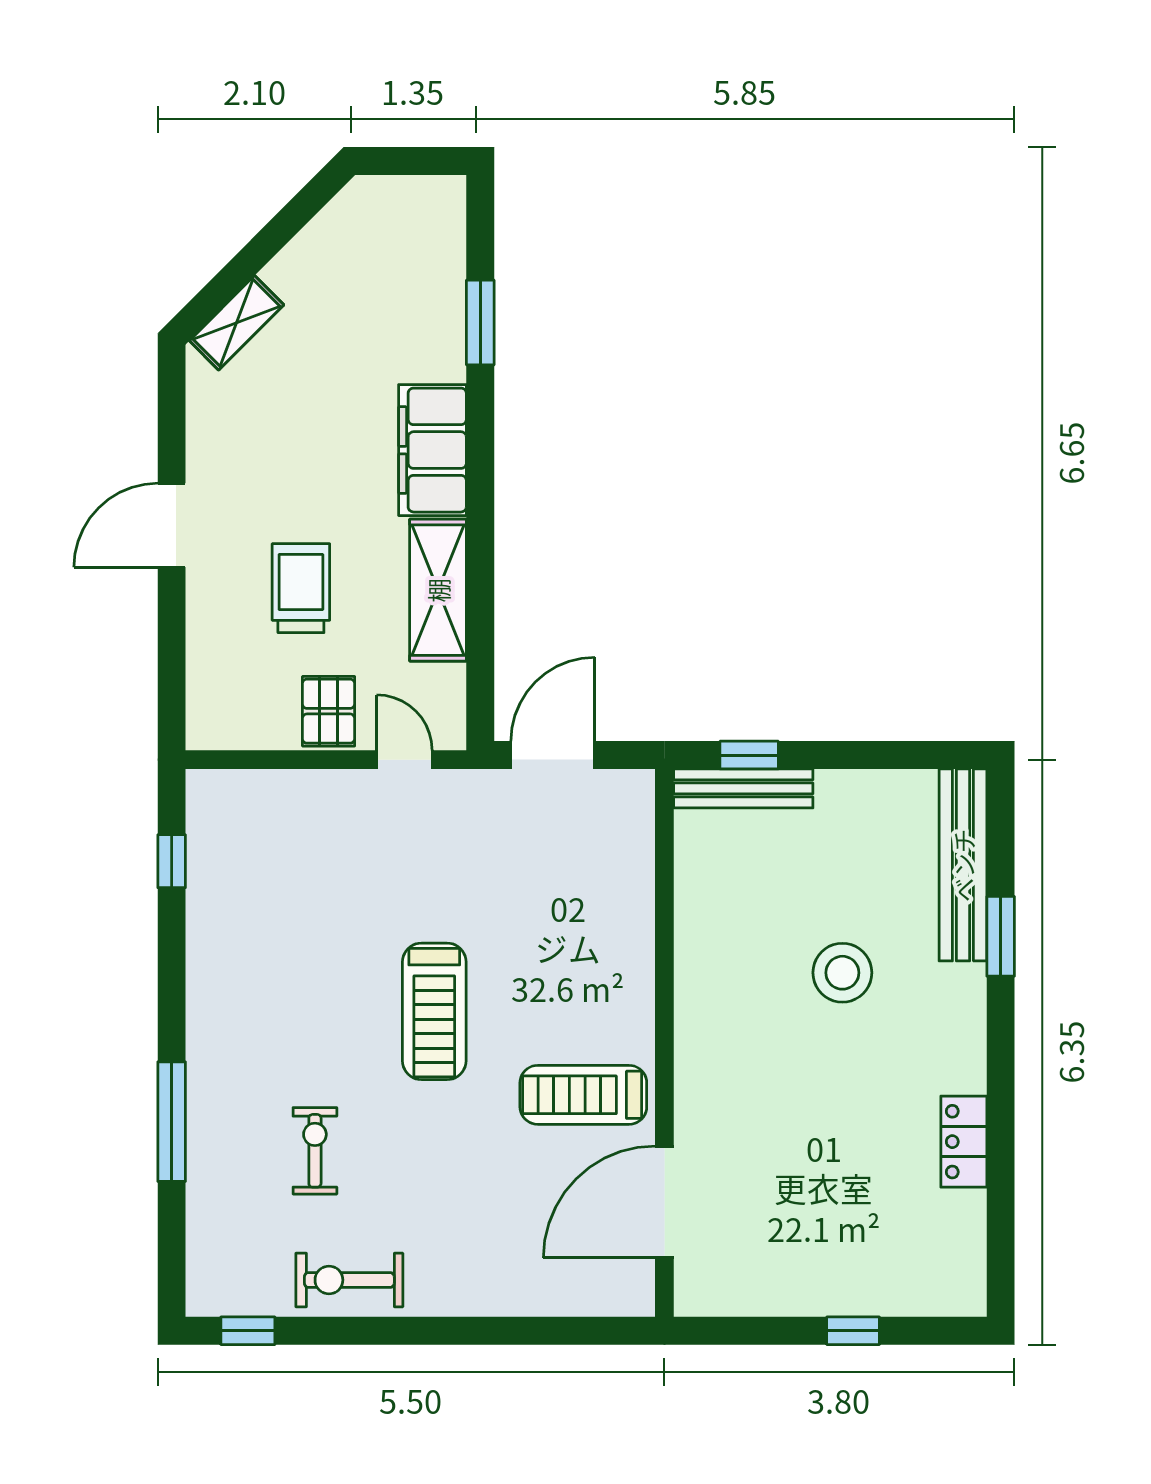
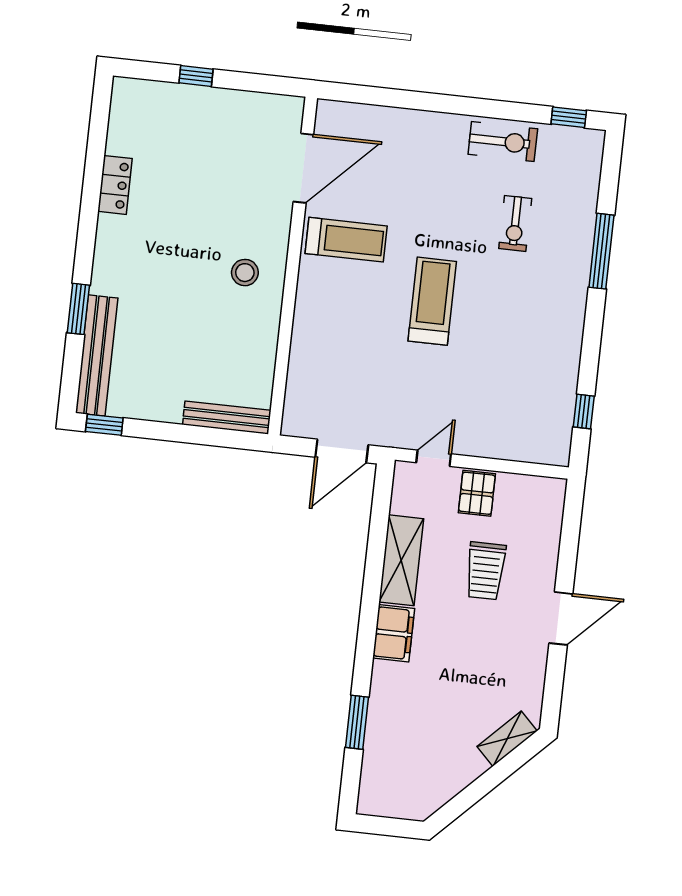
filing cabinet: (432, 450) -> (394, 633), width x0.67, depth x0.86
window: (749, 755) -> (104, 425), moved
door: (404, 760) -> (434, 458), swing flipped
stool: (842, 973) -> (245, 273), moved, width x0.73, depth x0.73

